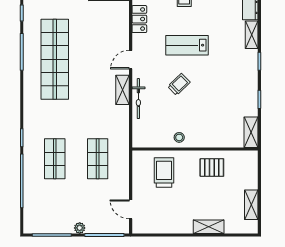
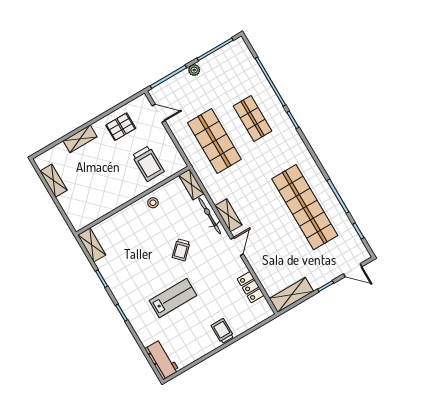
shelving: (252, 35) -> (191, 185), moved
lab bench: (187, 45) -> (173, 298), moved
shop shelf: (98, 159) -> (214, 141), width x1.43, depth x1.36
pallet: (212, 168) -> (121, 127), moved

